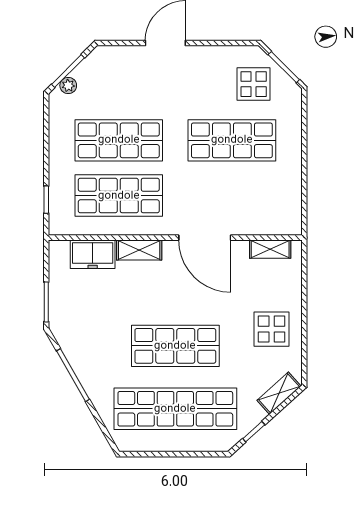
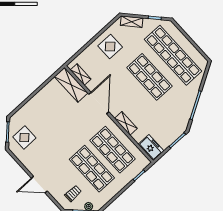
trolley: (108, 80) -> (73, 193), added
shop shelf: (232, 140) -> (53, 126), removed
shelving: (268, 222) -> (71, 85), added
freezer: (93, 254) -> (151, 148), moved

